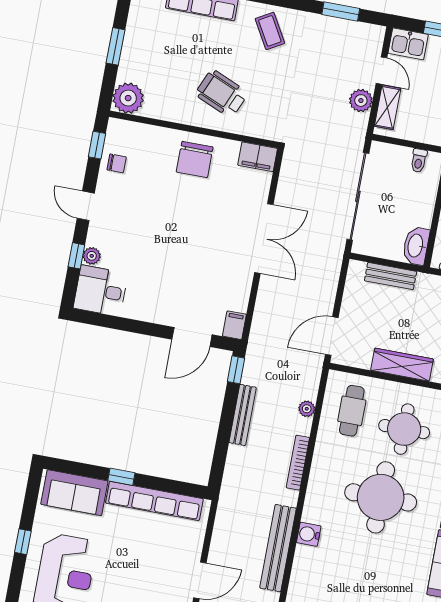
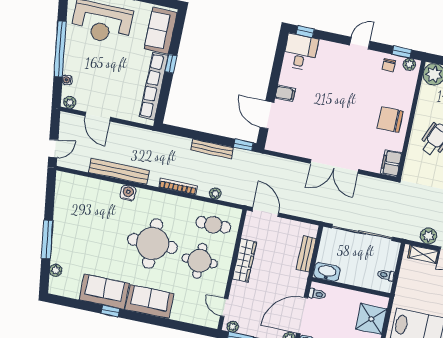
window: (76, 256) -> (305, 32), moved
plant: (92, 256) -> (409, 64), moved
filing cabinet: (234, 325) -> (285, 93), moved

